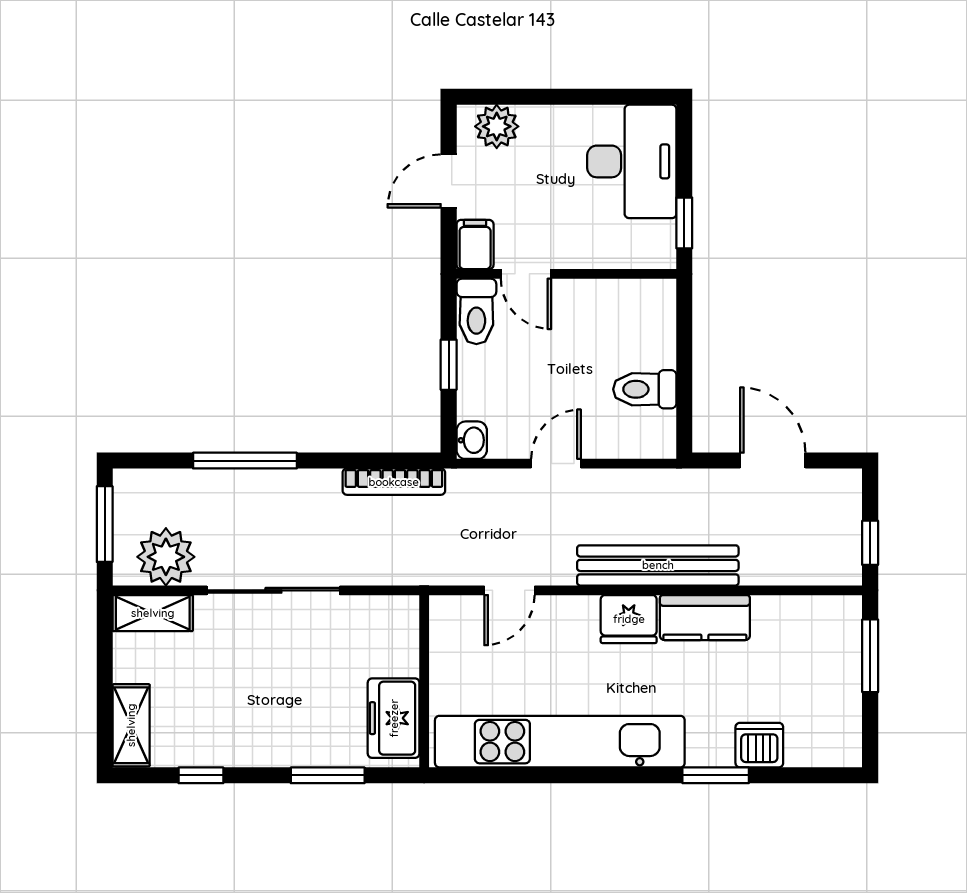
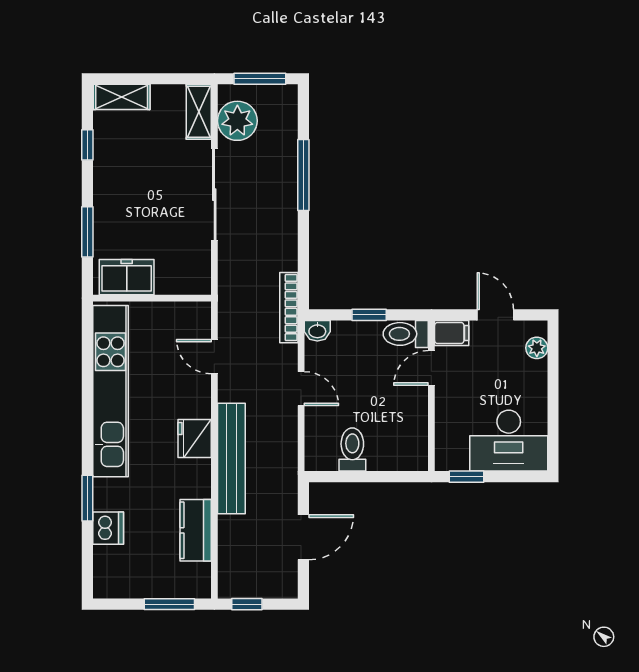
plant: (497, 126) -> (537, 348), width x0.73, depth x0.73
bookcase: (394, 482) -> (289, 308), moved
kitchen counter: (705, 618) -> (196, 530), moved

